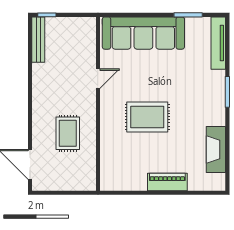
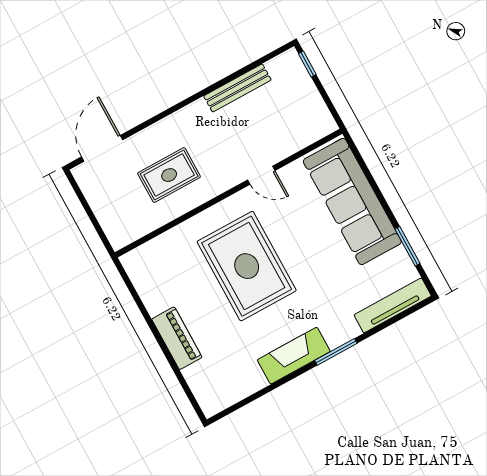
bench: (38, 40) -> (237, 88), moved
rug: (147, 117) -> (247, 266), width x1.37, depth x1.44
fireplace: (216, 149) -> (294, 356), moved

